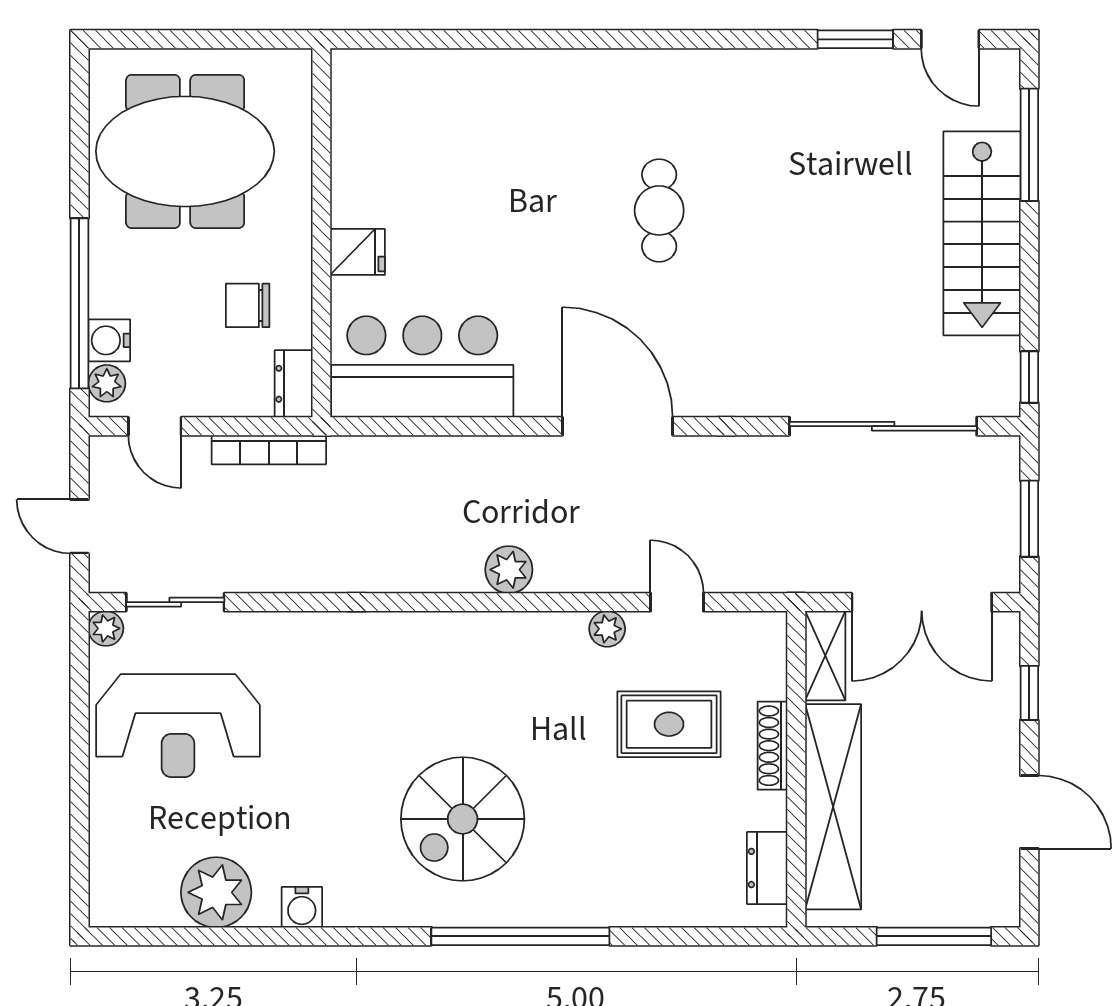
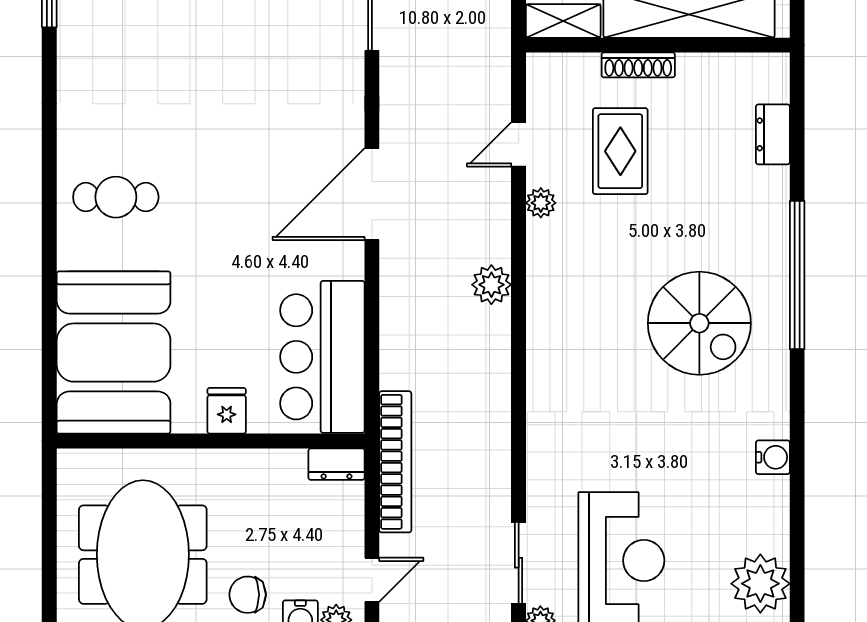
booth: (427, 116) -> (114, 353), added
cafe table: (659, 210) -> (116, 197), moved
chair: (248, 305) -> (248, 595), moved, turned 90
bookcase: (269, 450) -> (395, 462), width x1.48, depth x1.31
dresser: (767, 868) -> (773, 134), moved, turned 90
plant: (216, 892) -> (760, 584), moved

